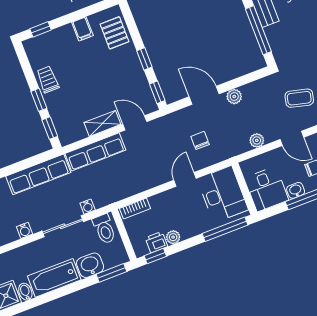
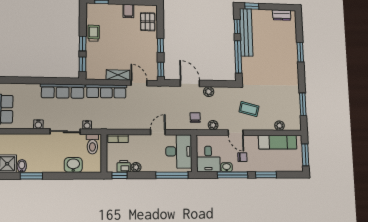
chair: (200, 140) -> (195, 118), moved
window: (111, 273) -> (31, 176), moved
bathtub: (54, 278) -> (45, 164), removed

